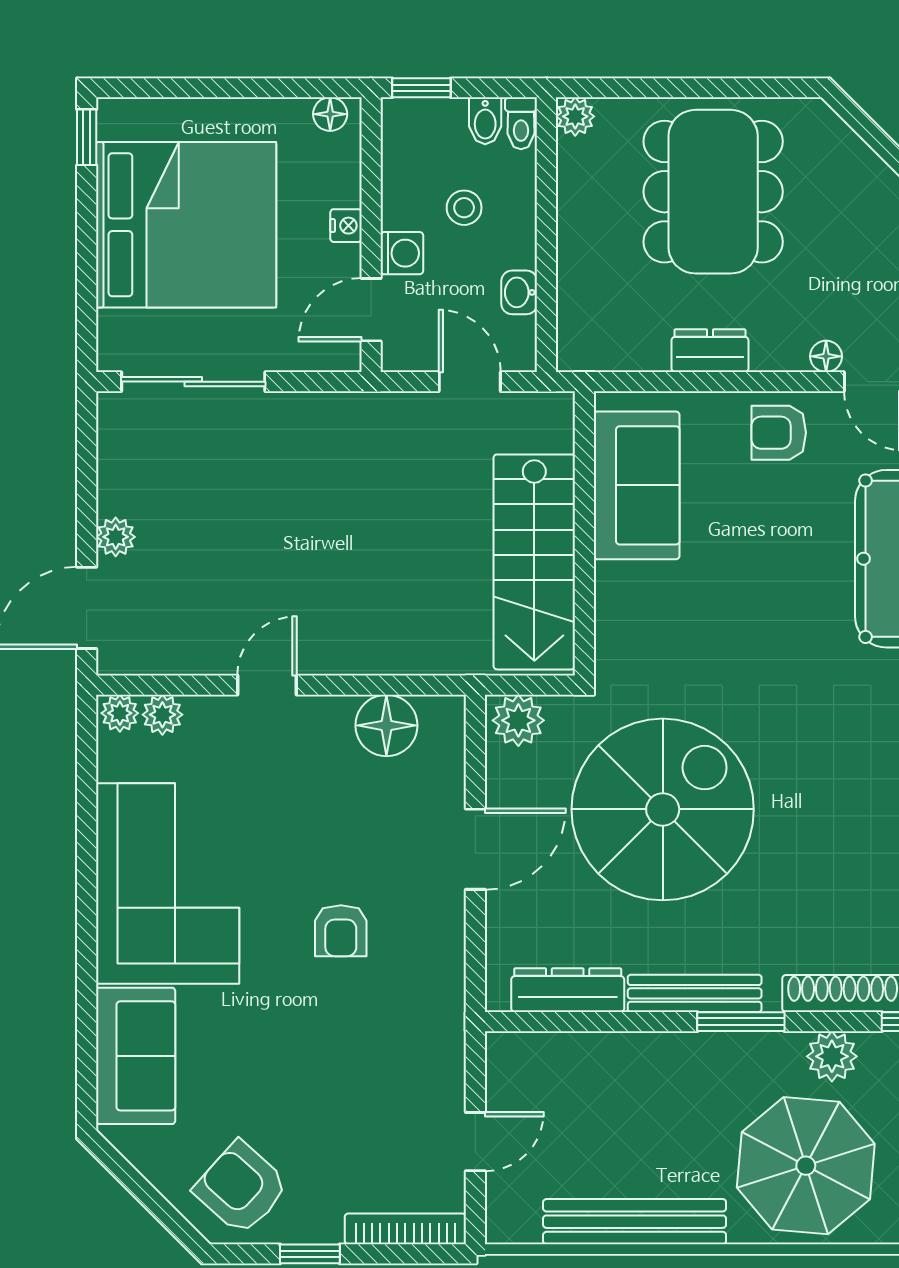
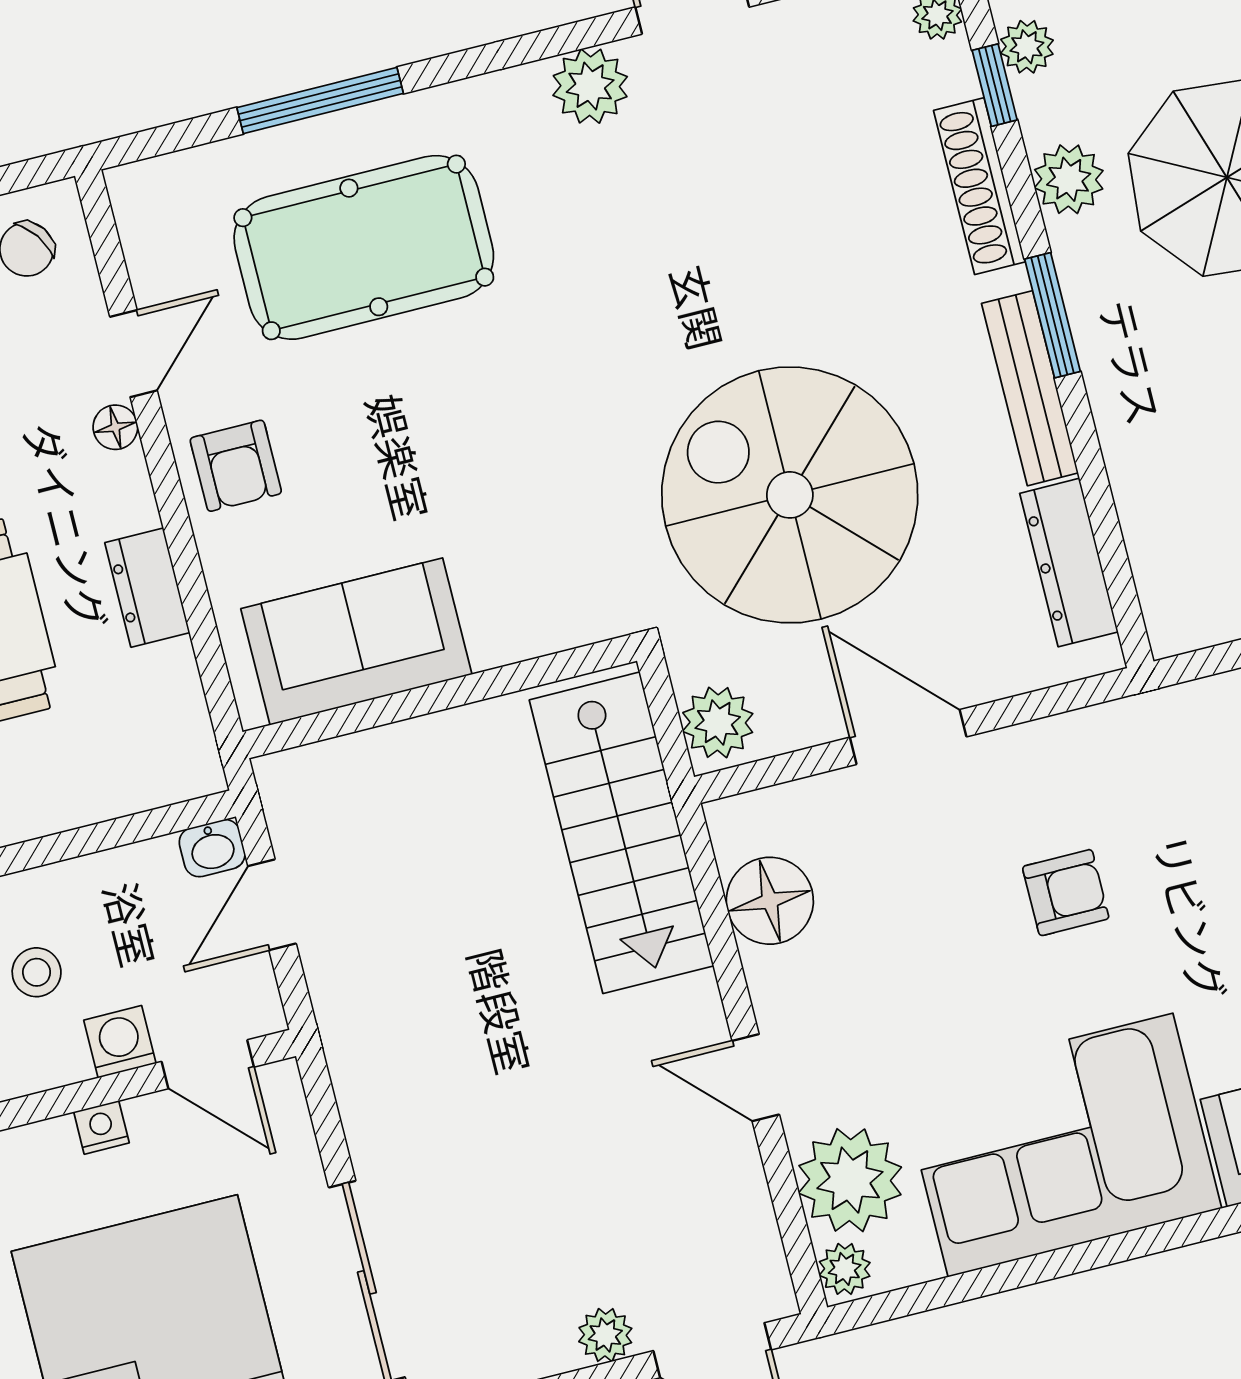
washbasin: (519, 292) -> (212, 848), moved
stairs: (534, 562) -> (621, 833), moved, turned 90
plant: (162, 715) -> (850, 1180), width x1.87, depth x1.87

